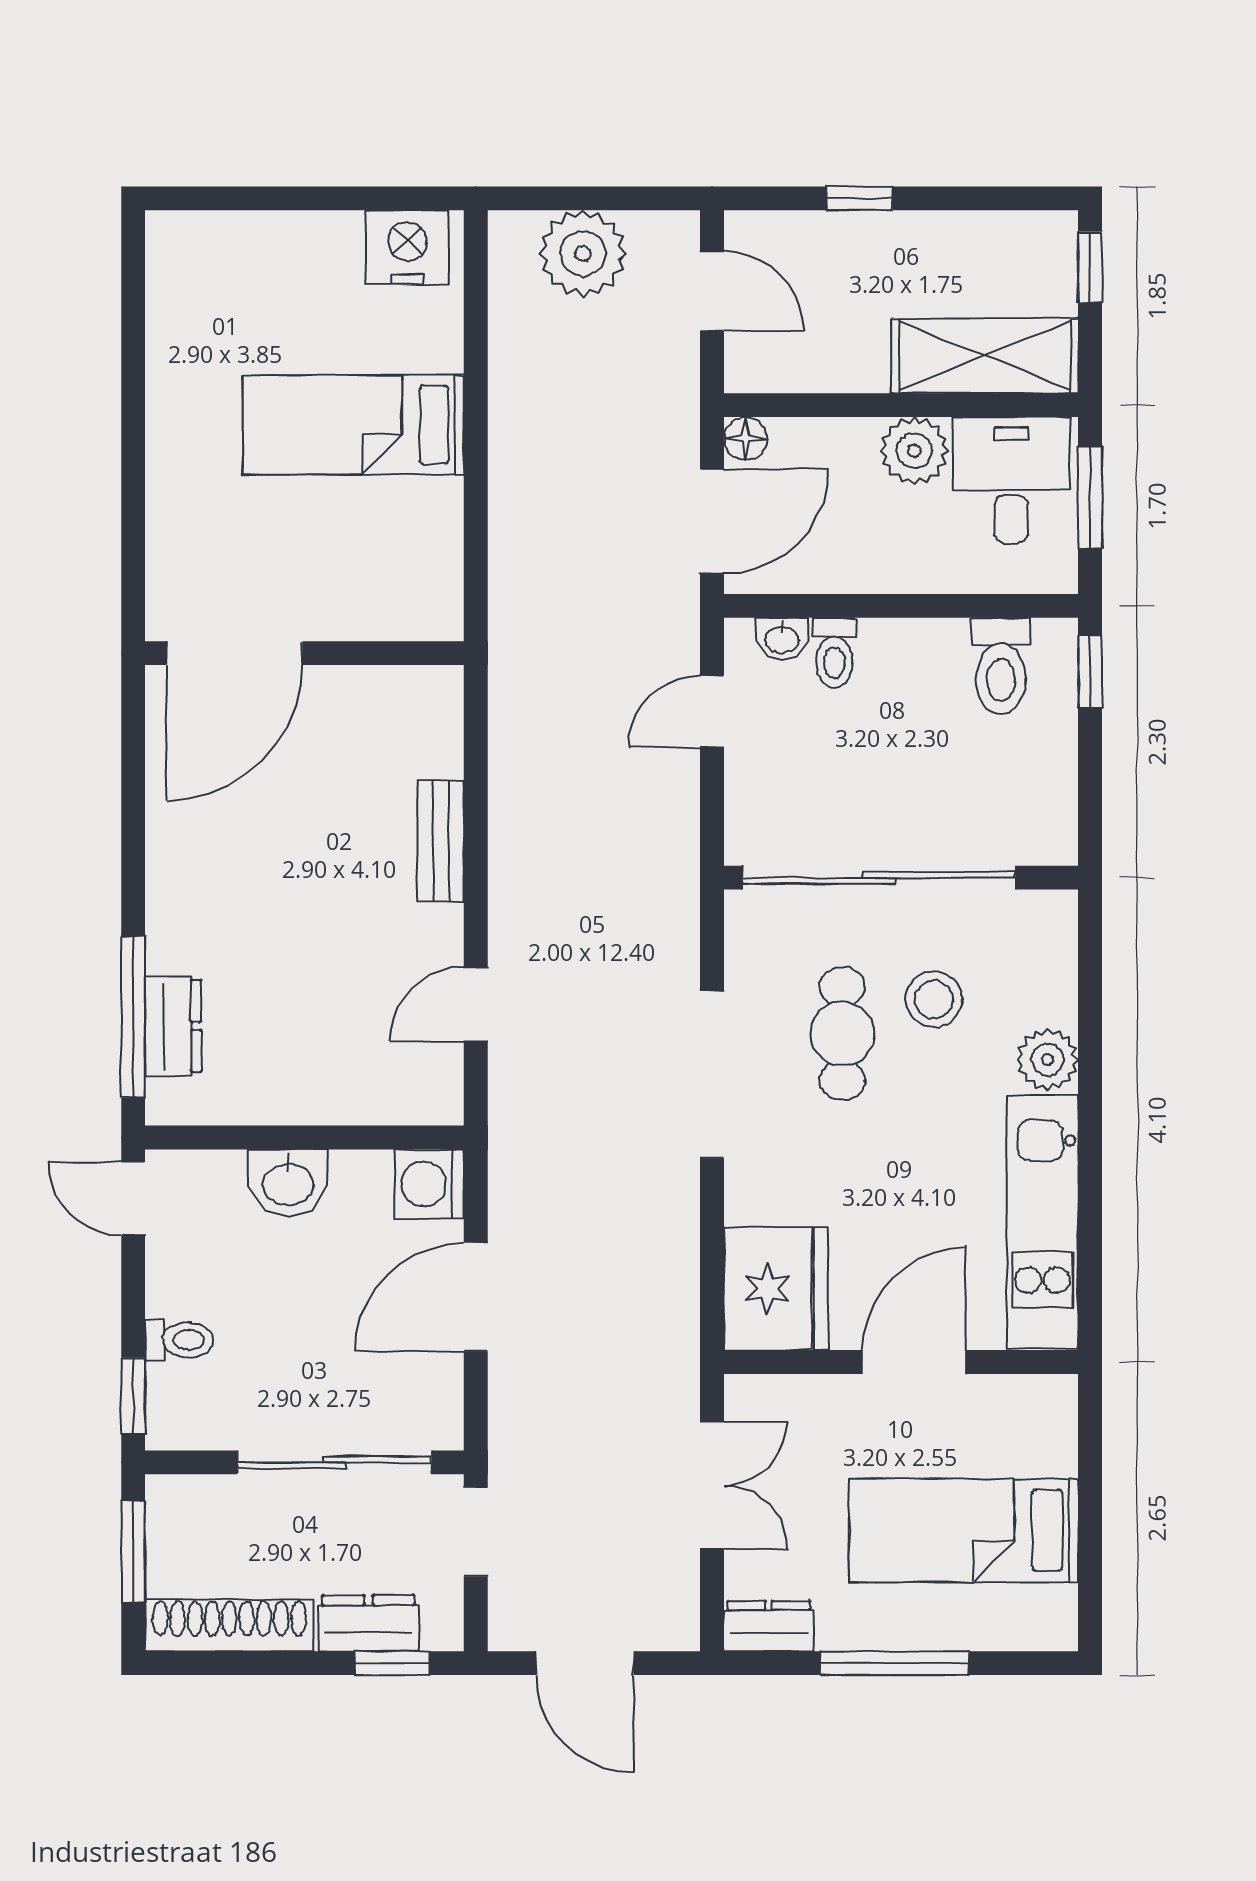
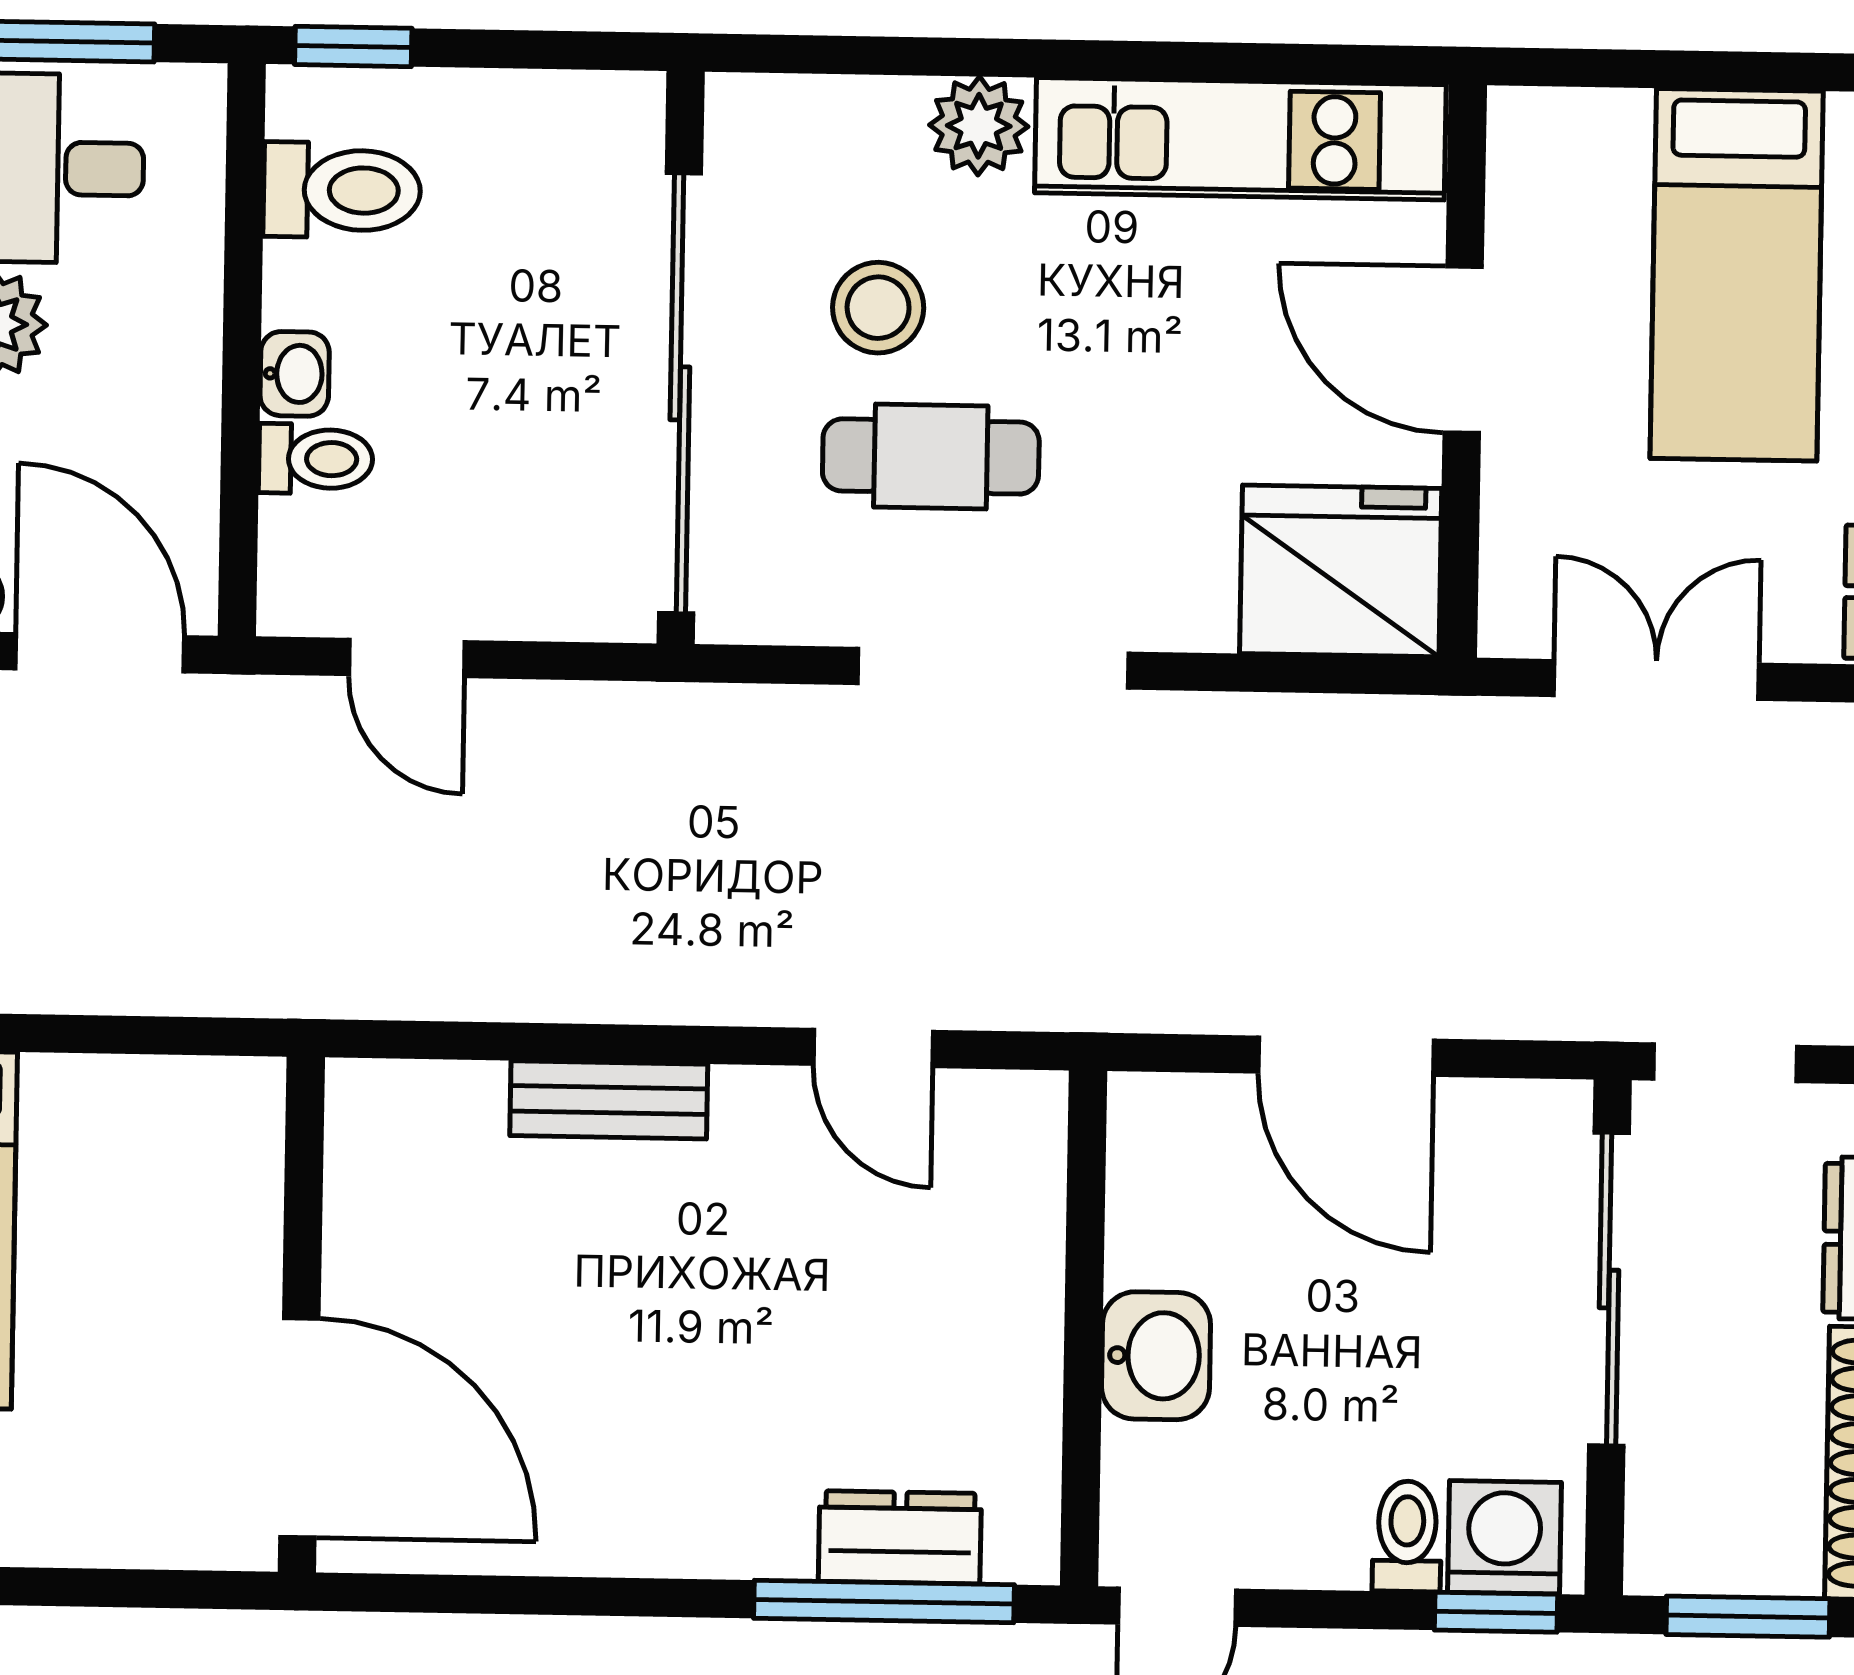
washbasin: (782, 639) -> (295, 374), moved
washing machine: (429, 1184) -> (1505, 1537), moved, turned 180

